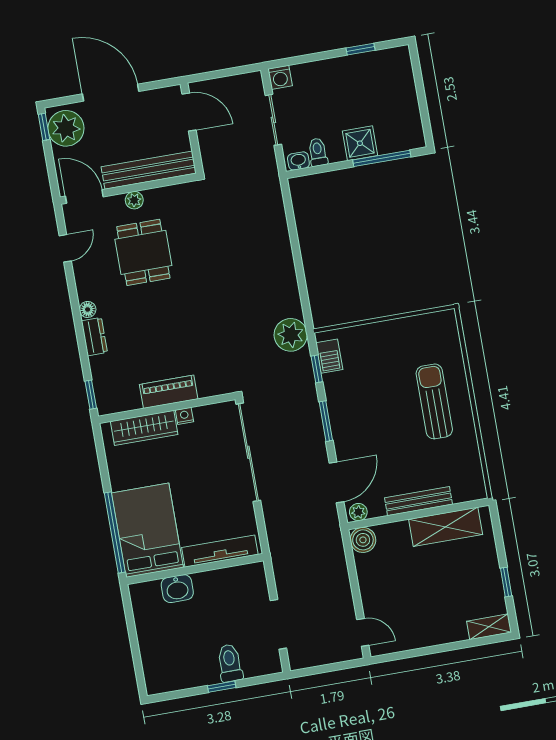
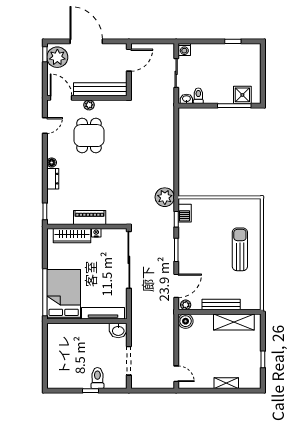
door: (189, 112) -> (129, 60), hinge flipped
shower: (360, 143) -> (242, 95), moved
washbasin: (177, 589) -> (118, 330), moved
shelving: (489, 627) -> (226, 383), moved

